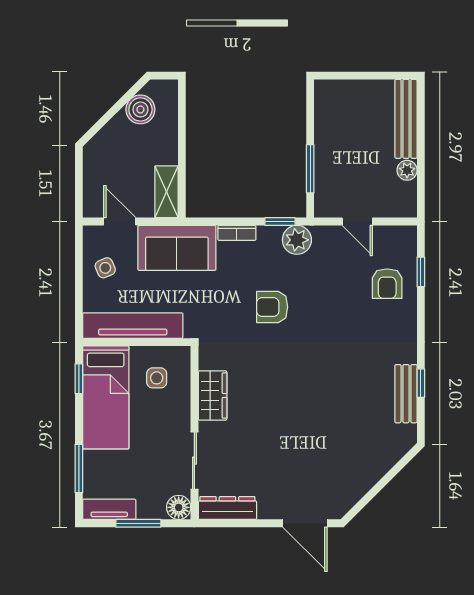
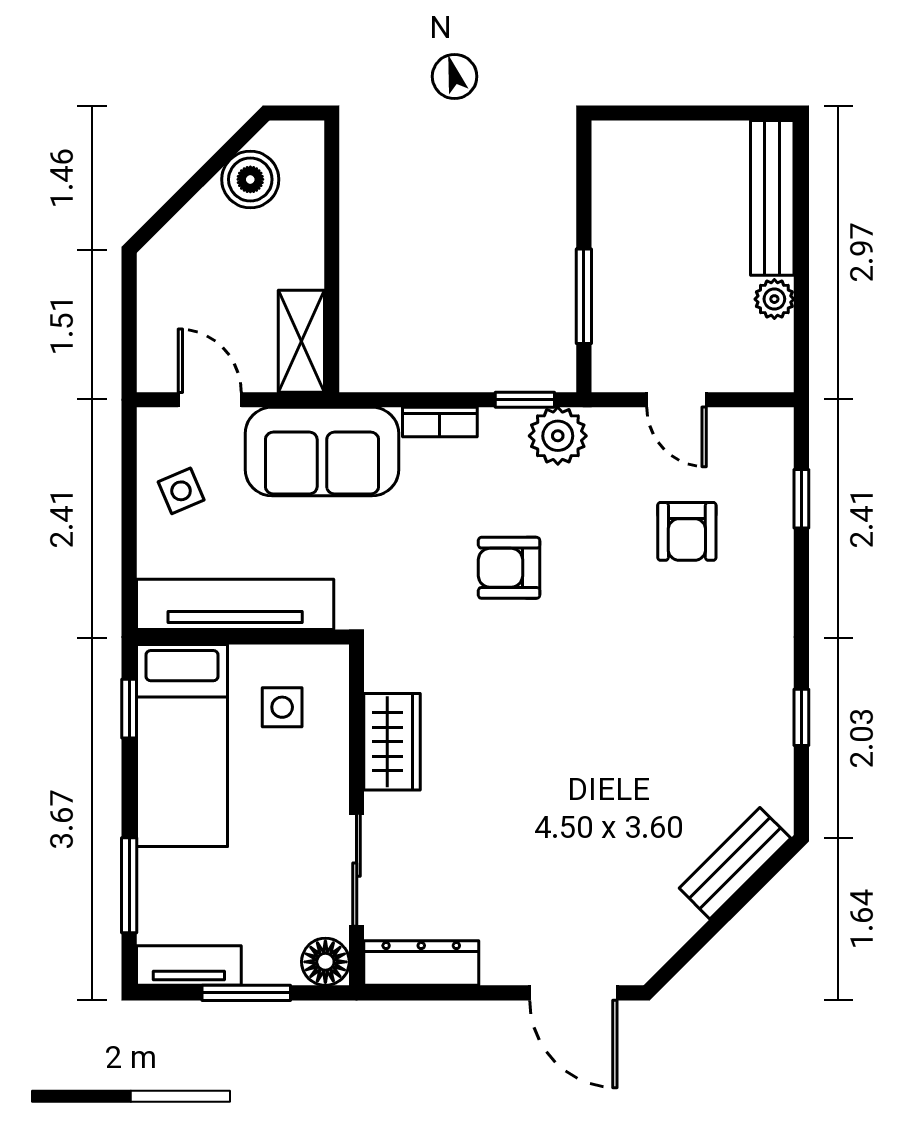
armchair: (387, 284) -> (687, 531), moved
bench: (406, 394) -> (735, 863), moved, turned 45

